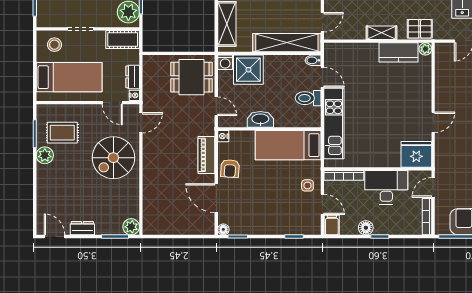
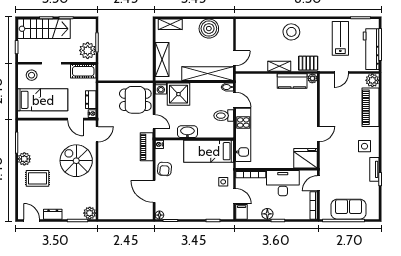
rug: (62, 133) -> (37, 178), moved
piano: (206, 155) -> (147, 147), moved
spiral stairs: (113, 158) -> (76, 161), turned 90

